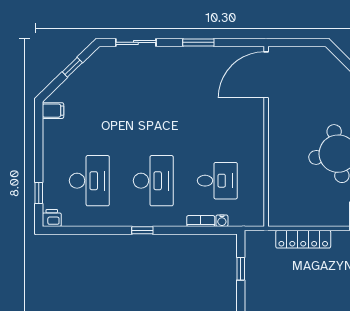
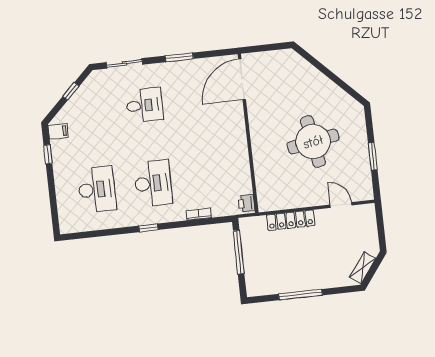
desk: (217, 181) -> (145, 105), moved
window: (39, 193) -> (48, 154), moved
printer: (52, 218) -> (247, 203), moved, turned -90
water cooler: (222, 221) -> (217, 212), removed
window: (241, 269) -> (239, 252), width x2.17

